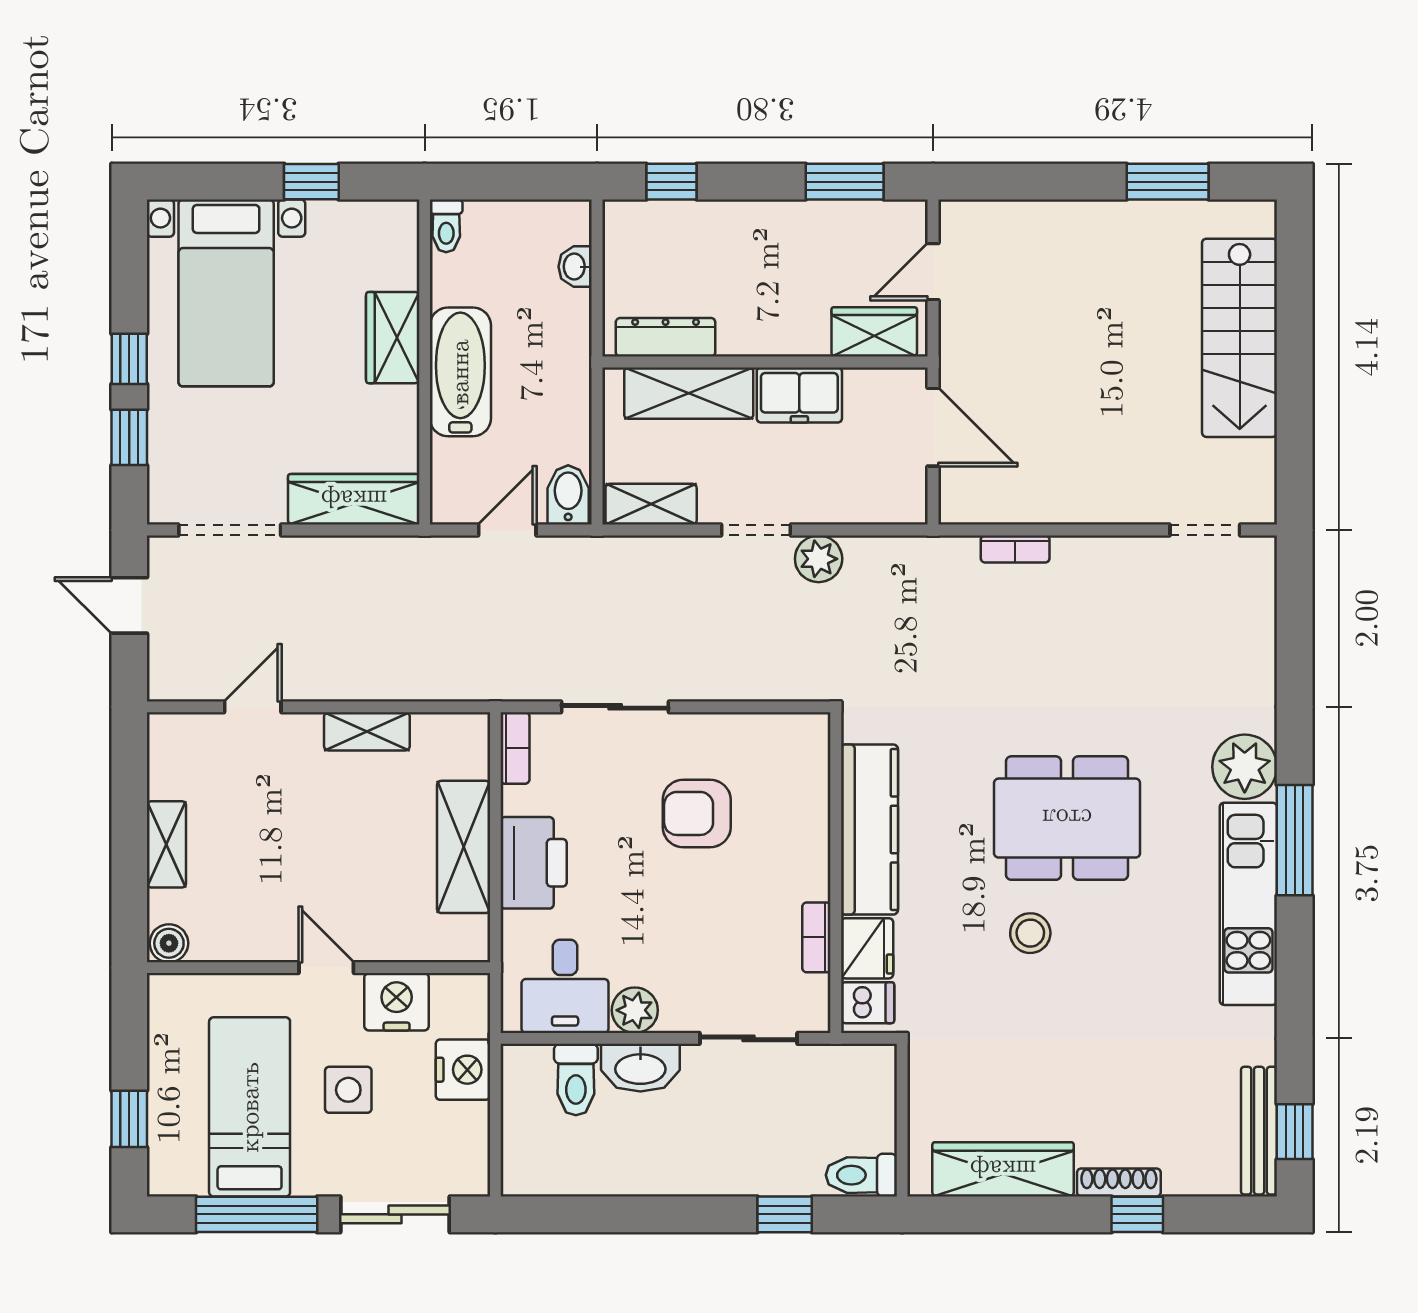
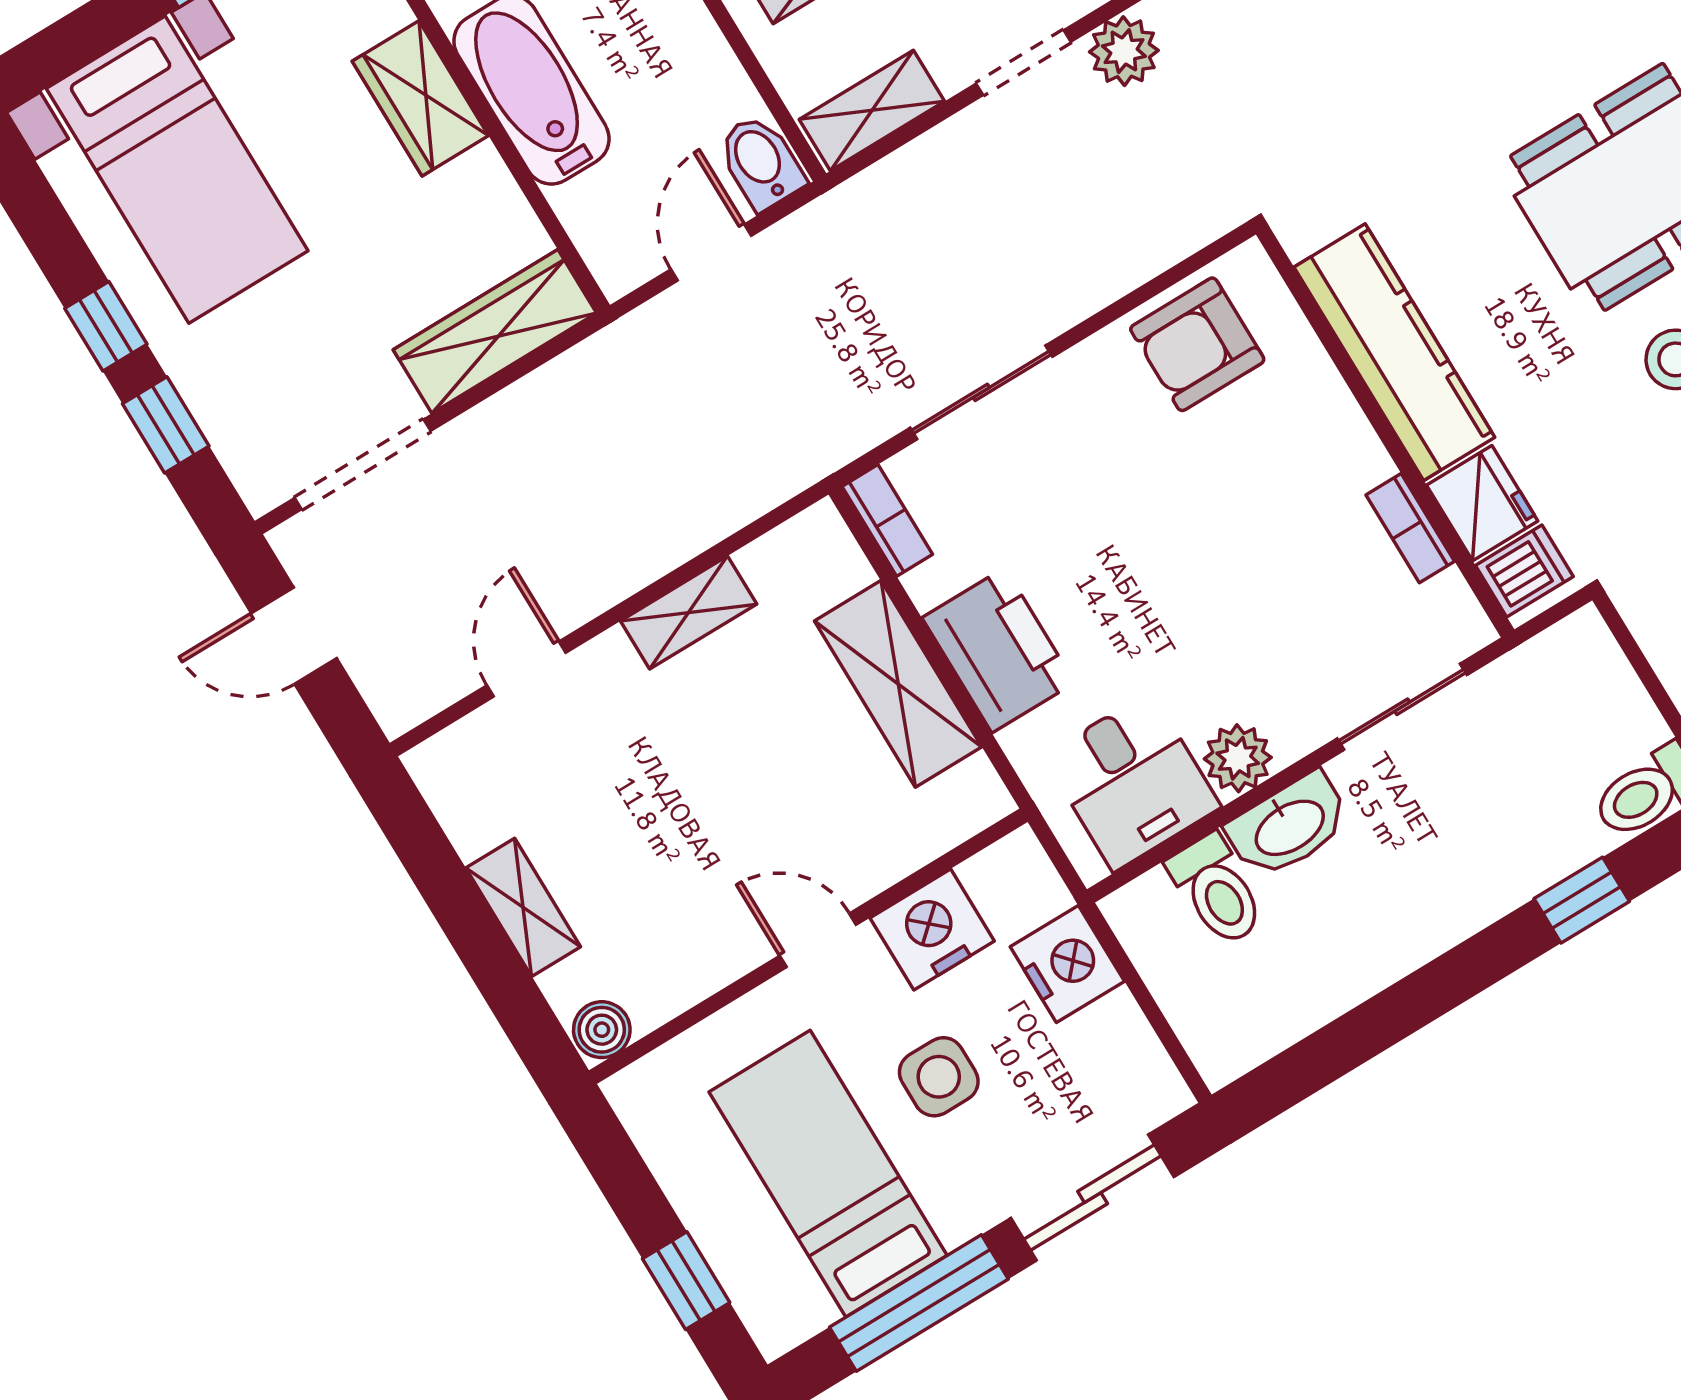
armchair: (697, 813) -> (1197, 344), moved

